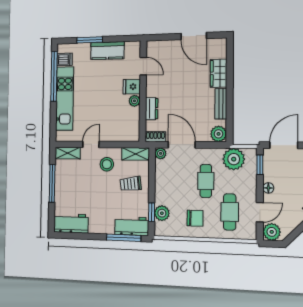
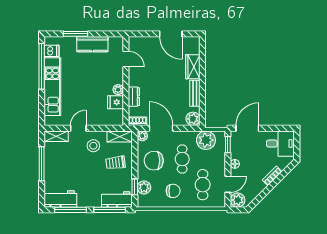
fridge: (132, 87) -> (115, 102), moved
chair: (173, 182) -> (154, 161), added
window: (81, 236) -> (70, 210), added

